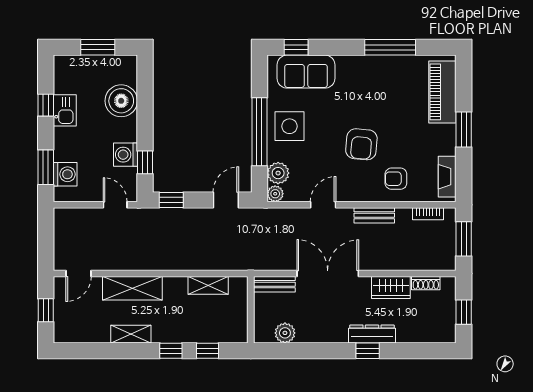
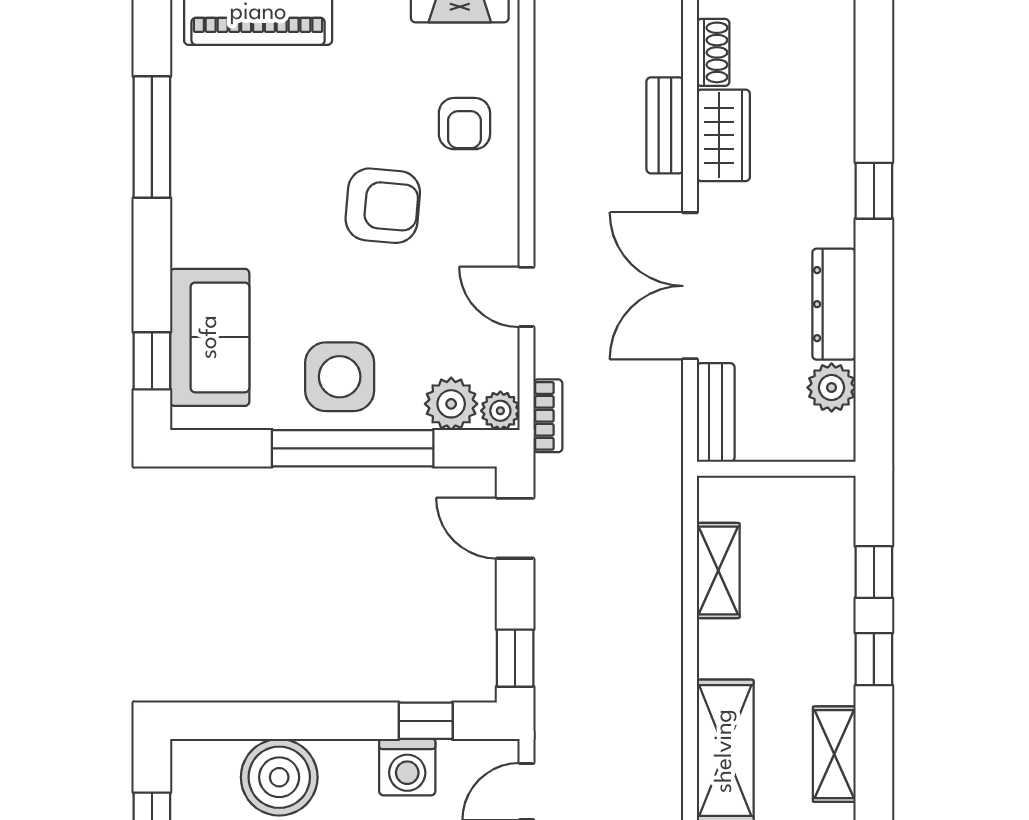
bookcase: (428, 214) -> (548, 416), moved
bench: (374, 215) -> (665, 125), moved
dresser: (372, 334) -> (834, 304), moved

